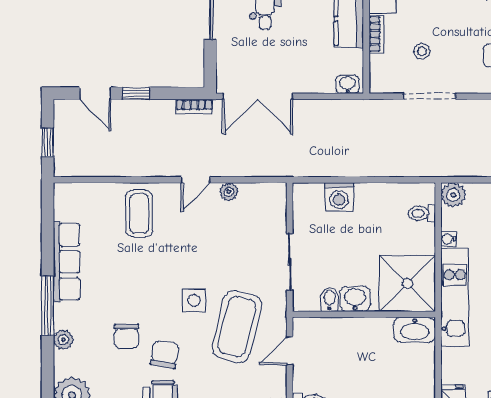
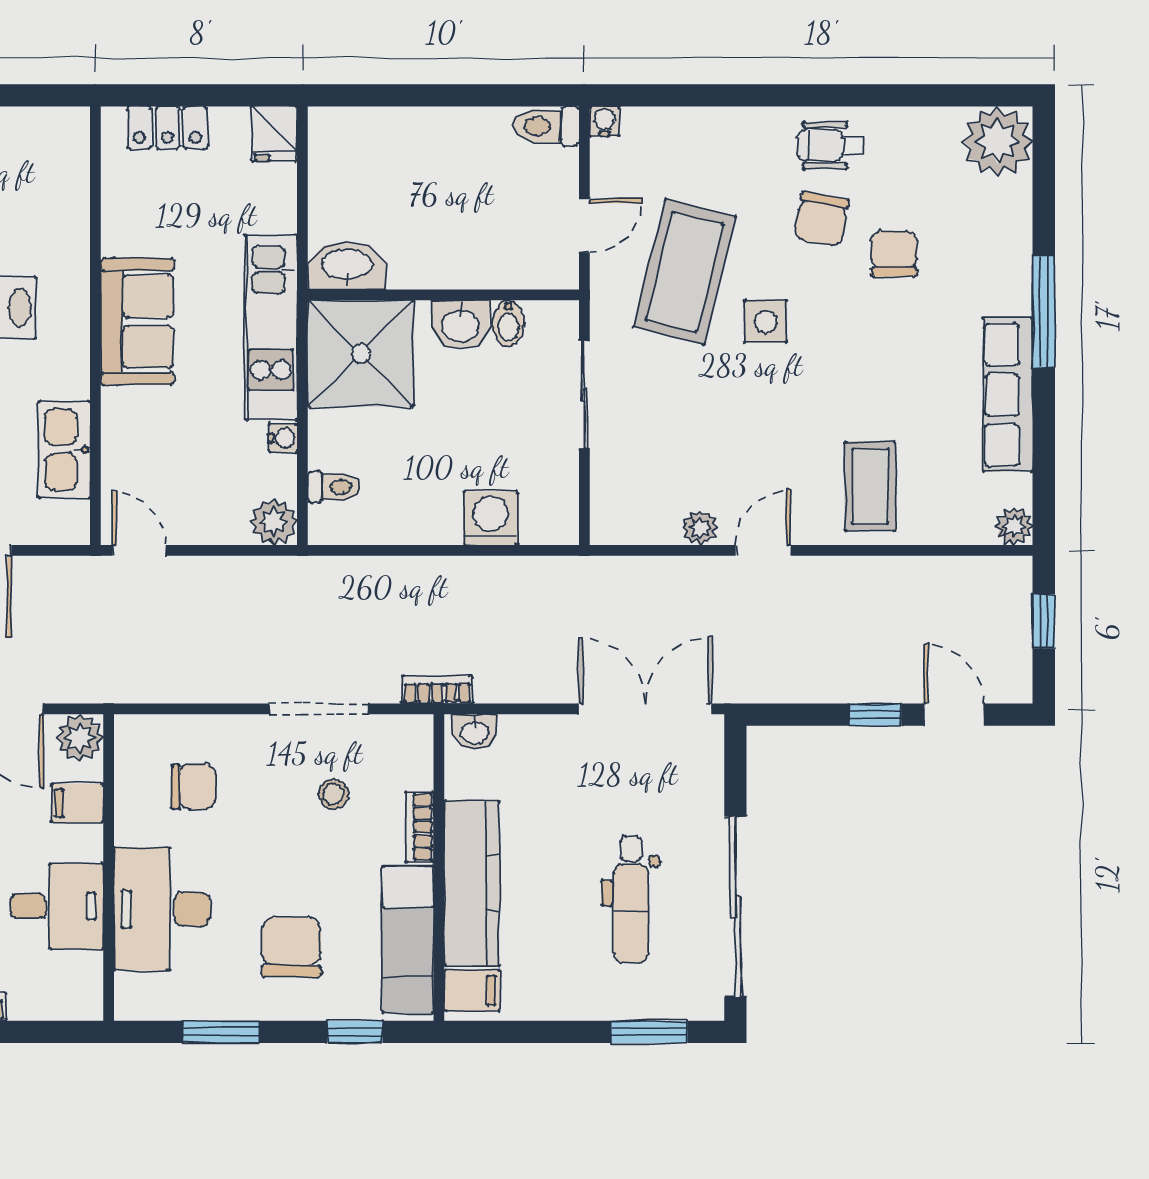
bookcase: (194, 106) -> (437, 690), moved
plant: (63, 340) -> (1014, 526), moved

